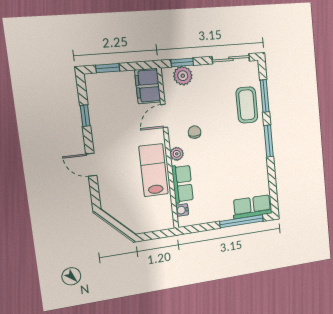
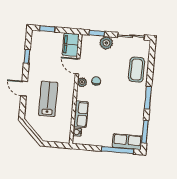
plant: (183, 76) -> (106, 43), moved
window: (265, 96) -> (145, 132), moved
door: (164, 116) -> (78, 66), hinge flipped
plant: (177, 154) -> (82, 82), moved
lab bench: (154, 170) -> (48, 99), moved

